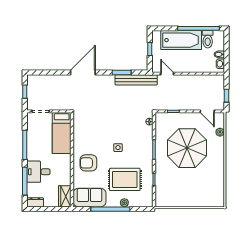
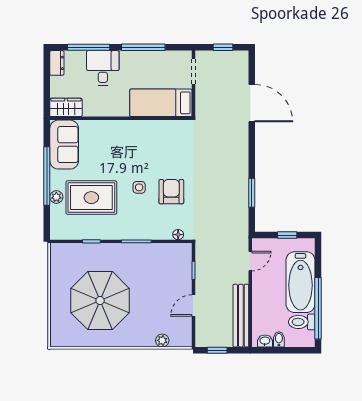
door: (83, 73) -> (252, 103), moved
bench: (136, 80) -> (241, 316), moved
door: (207, 111) -> (193, 305), moved
parasol: (187, 148) -> (100, 301), moved
armchair: (88, 163) -> (171, 192), moved
rug: (125, 179) -> (91, 198), turned 90

